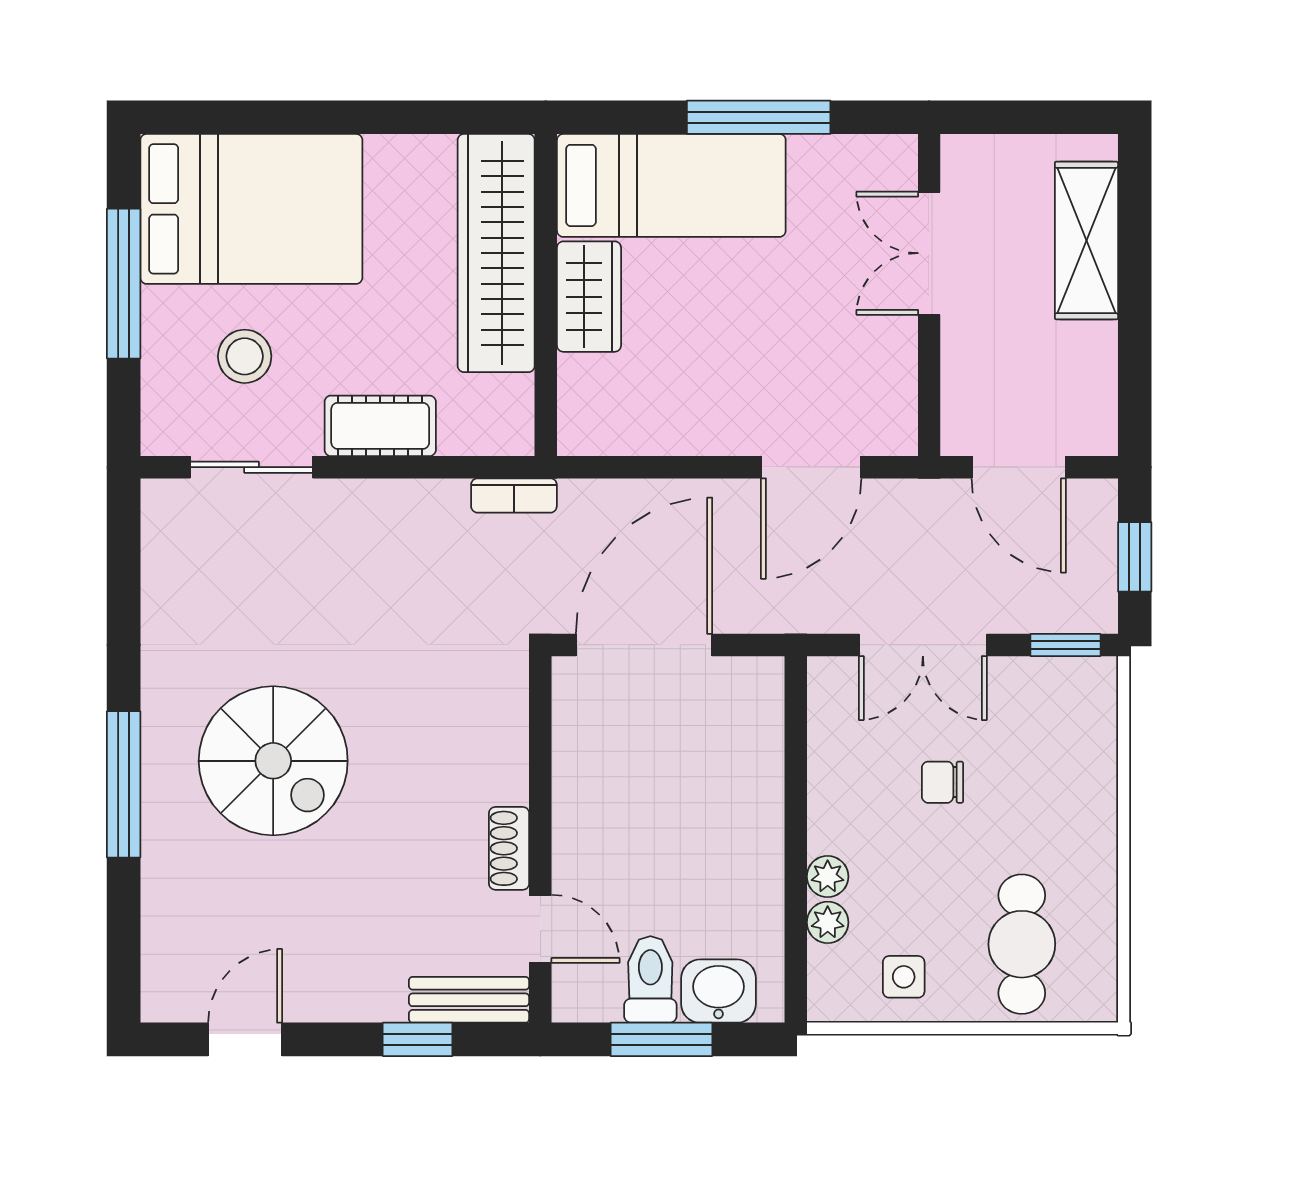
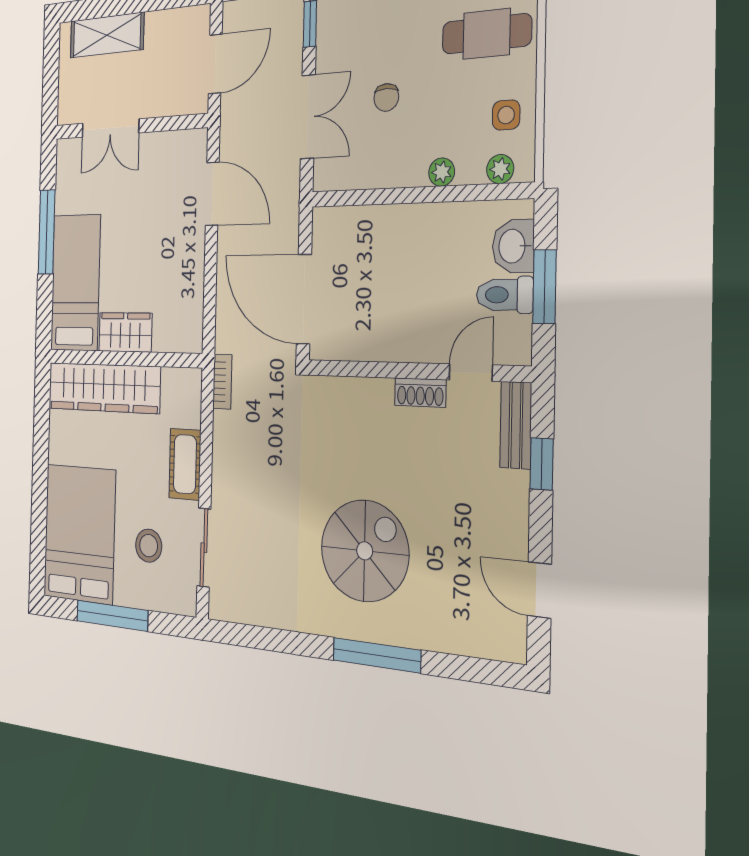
plant: (828, 922) -> (500, 169), moved

